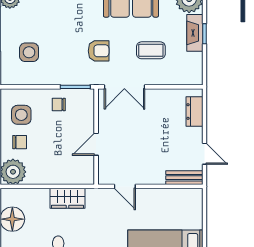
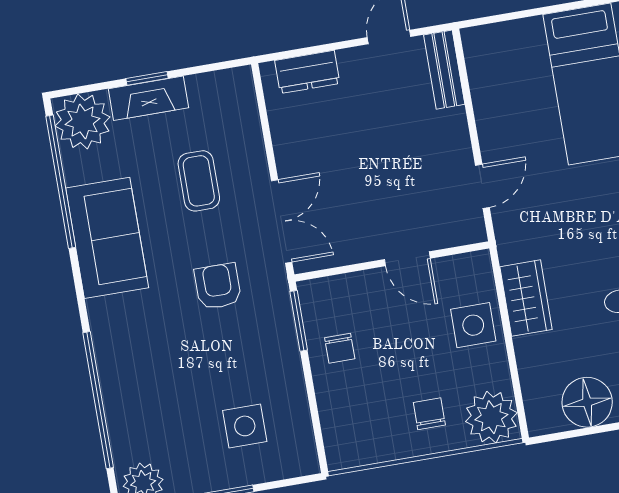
side table: (21, 115) -> (473, 325), moved

